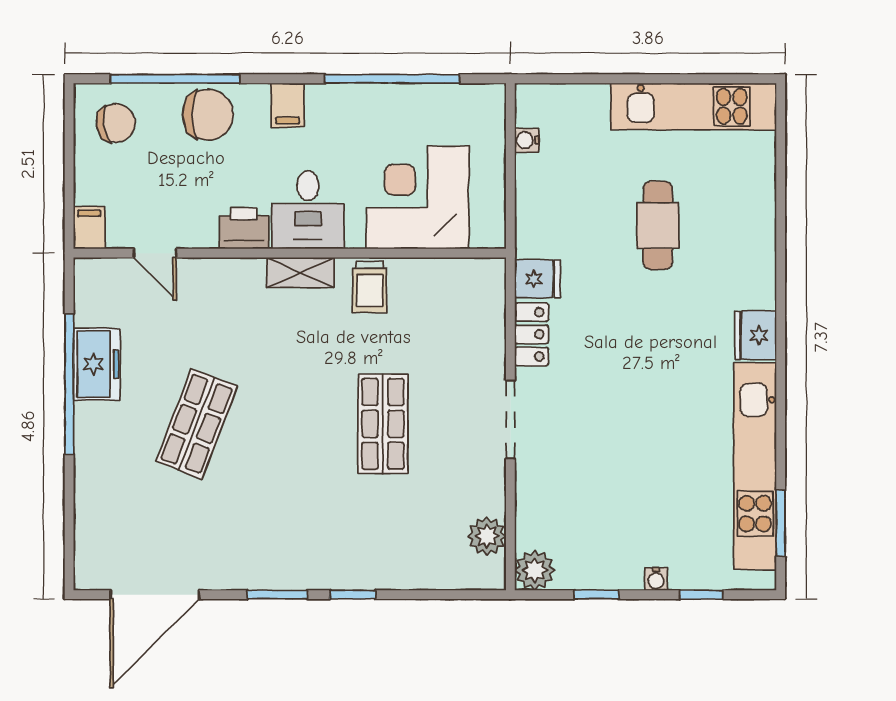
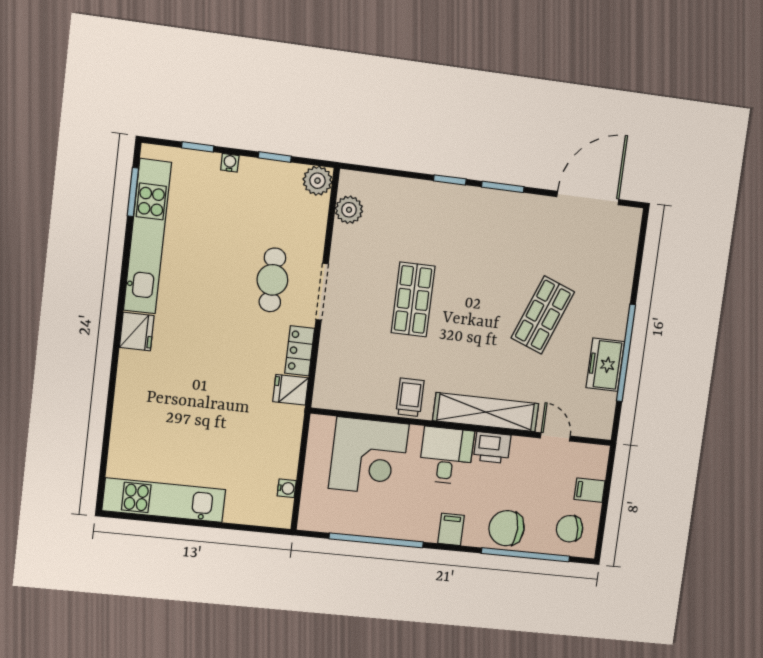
cafe table: (658, 225) -> (272, 280), moved
filing cabinet: (89, 228) -> (590, 490), moved, turned 90
shelving: (300, 273) -> (486, 412), width x2.20, depth x1.33

